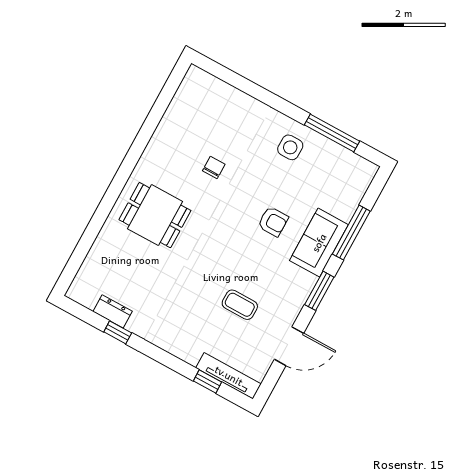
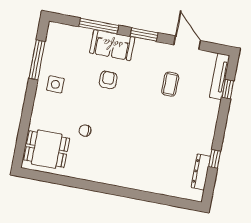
dining table: (155, 215) -> (47, 149), moved, turned 90
dresser: (113, 311) -> (201, 172), width x1.44

